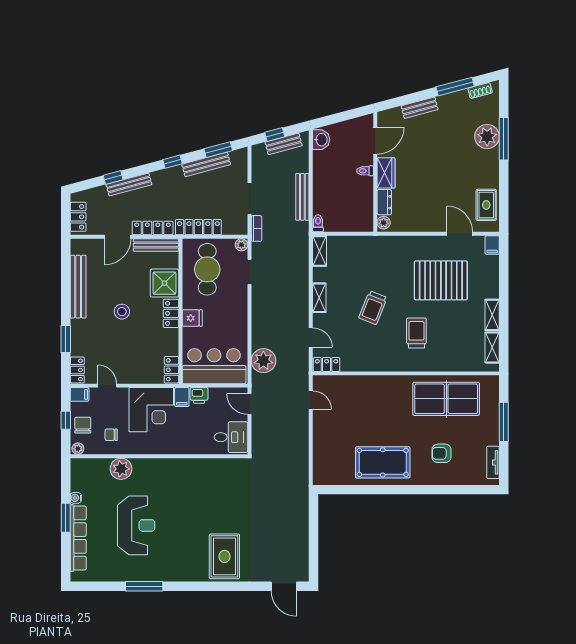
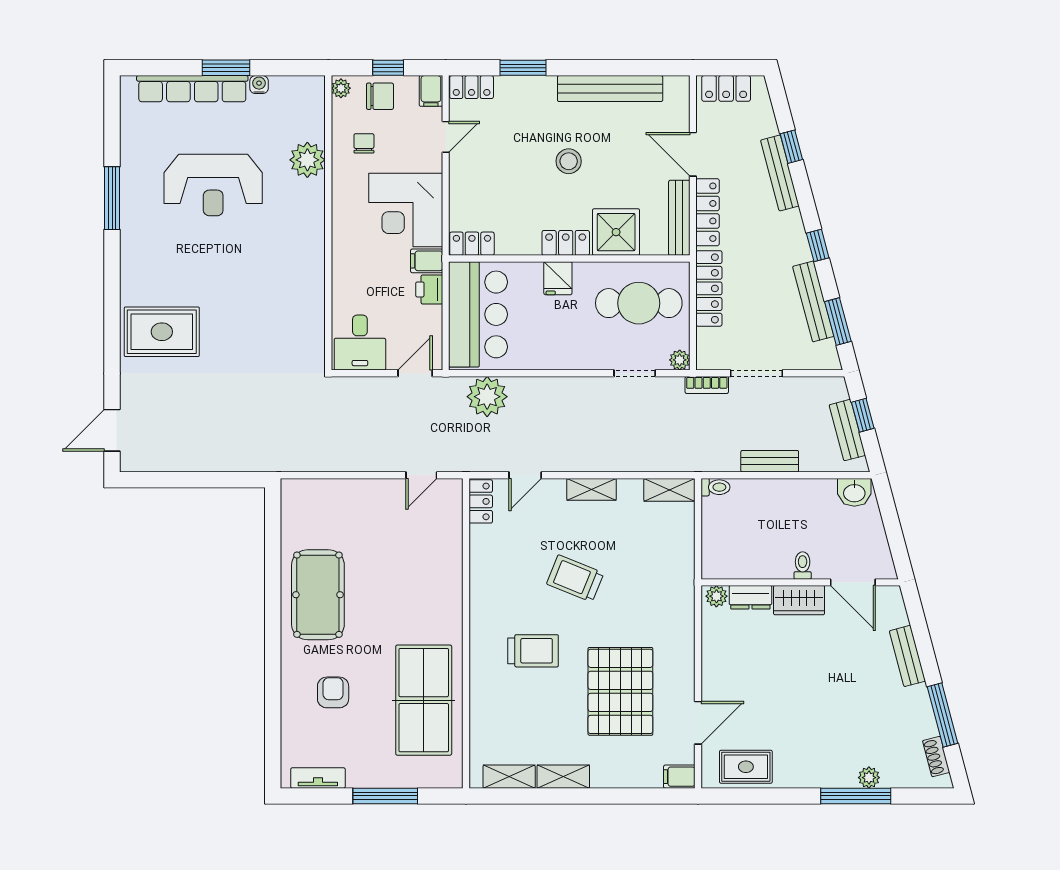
plant: (487, 137) -> (869, 778), width x0.53, depth x0.53
bench: (302, 197) -> (770, 461), width x0.73

